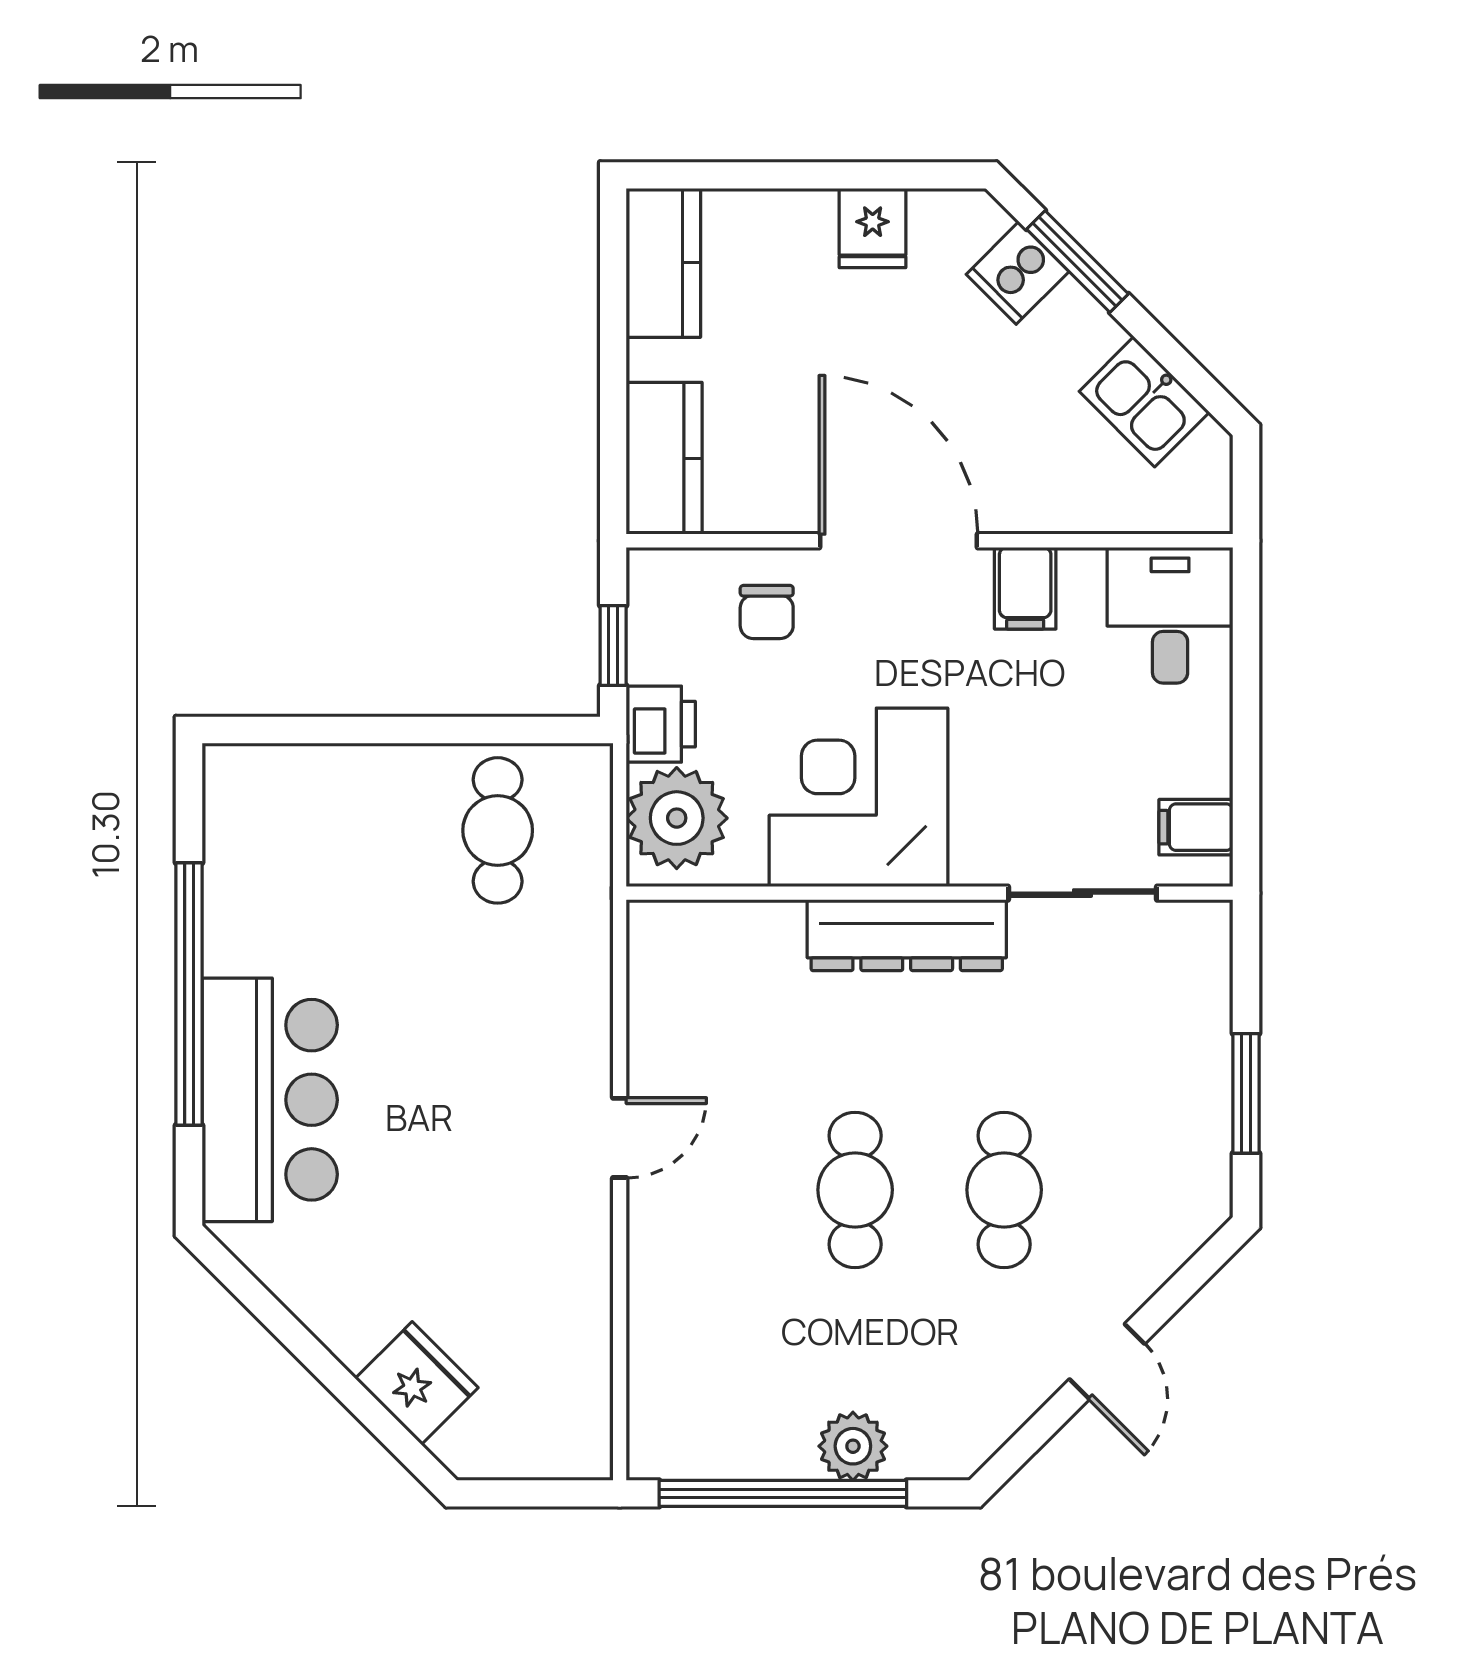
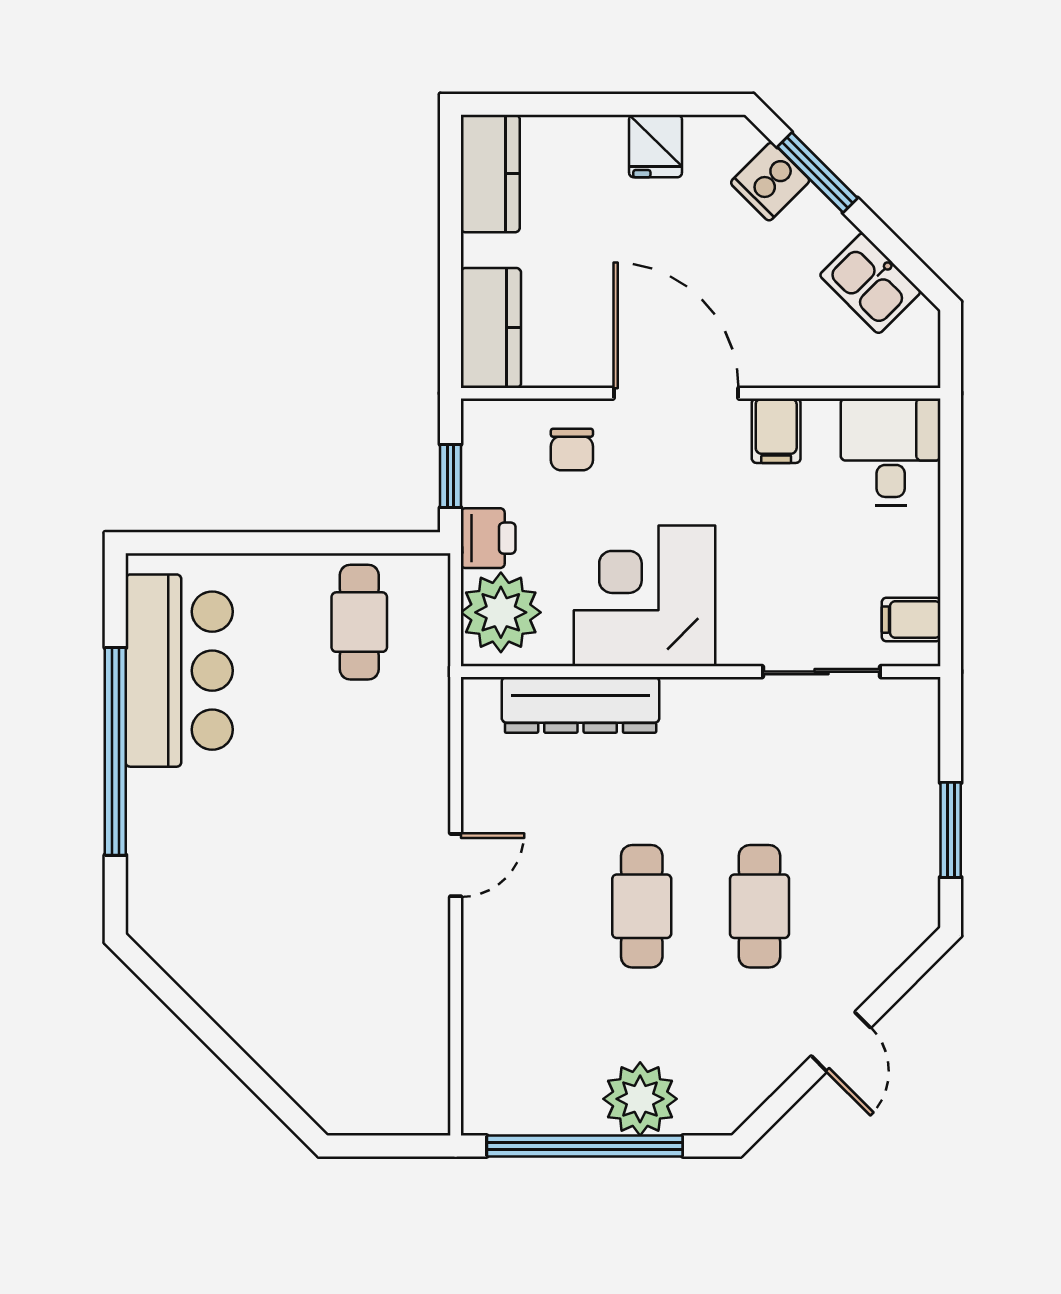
dresser: (907, 935) -> (581, 705), moved
bar counter: (270, 1100) -> (179, 671), moved
fridge: (417, 1383) -> (295, 1059), removed
plant: (853, 1446) -> (640, 1099), width x1.36, depth x1.36

